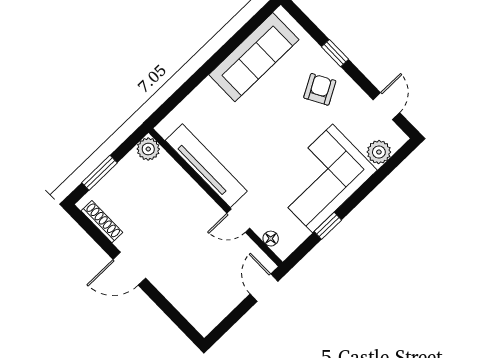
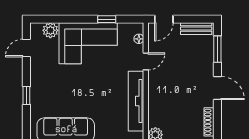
armchair: (320, 89) -> (50, 86), removed
door: (238, 221) -> (146, 61), hinge flipped
window: (172, 312) -> (217, 49), added
bench: (218, 312) -> (196, 29), added

